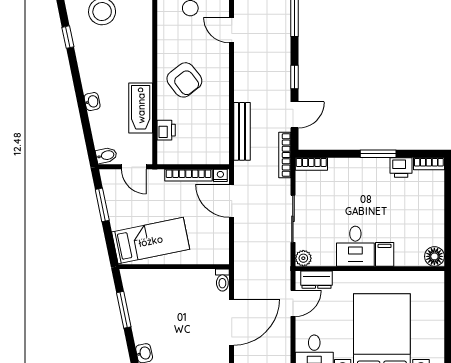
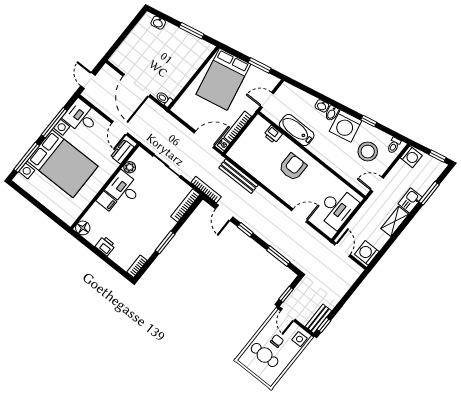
washing machine: (93, 58) -> (346, 126), added
armchair: (184, 80) -> (293, 167), turned 128
bidet: (106, 155) -> (332, 113), moved
bookcase: (311, 164) -> (185, 205), width x1.56
printer: (401, 167) -> (105, 246), moved, turned 90
bed: (151, 241) -> (223, 79), width x1.50
plant: (303, 258) -> (130, 167), moved

